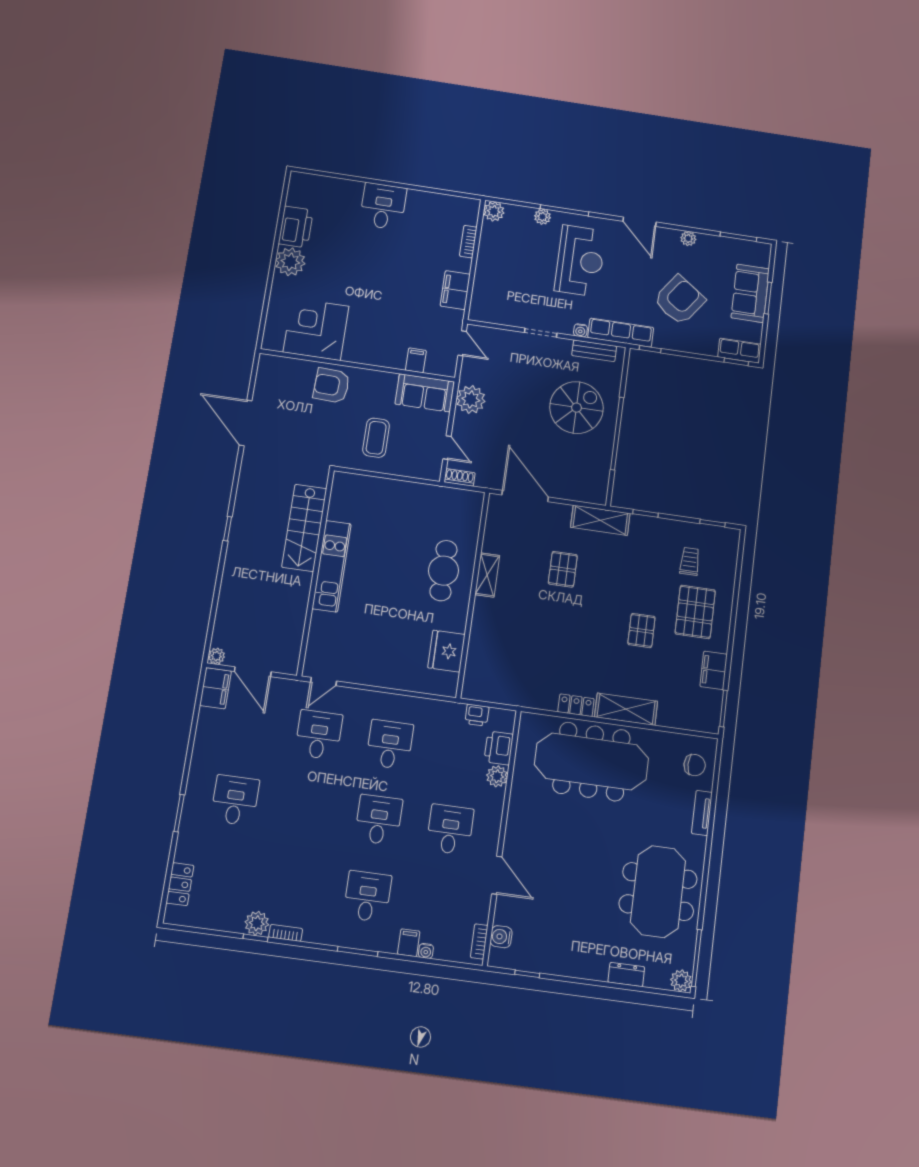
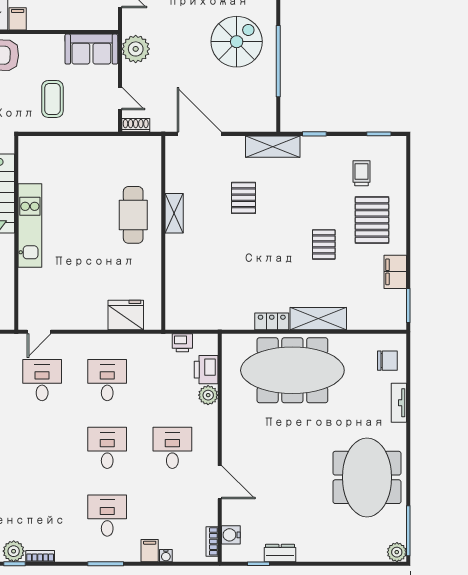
filing cabinet: (416, 360) -> (18, 19), moved
fridge: (446, 651) -> (126, 315), moved, turned 90
dresser: (626, 975) -> (280, 553), moved

